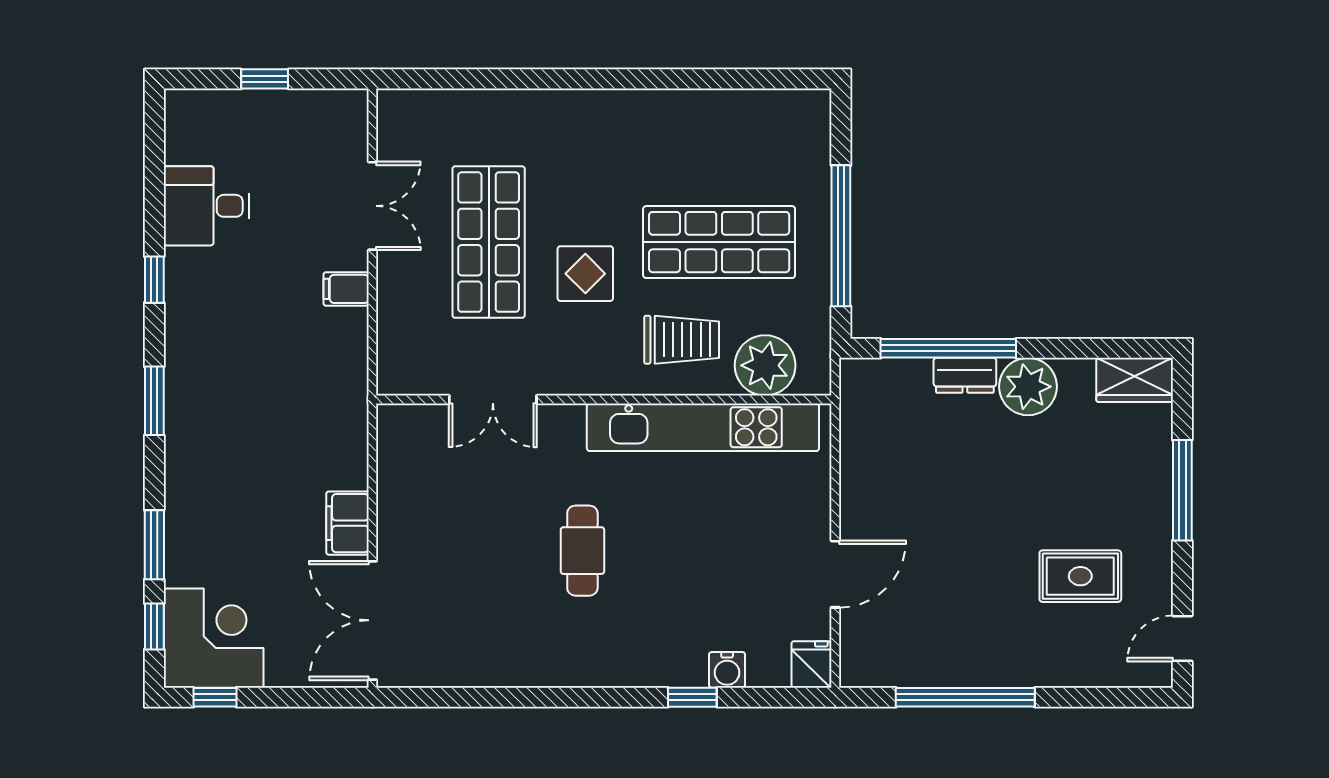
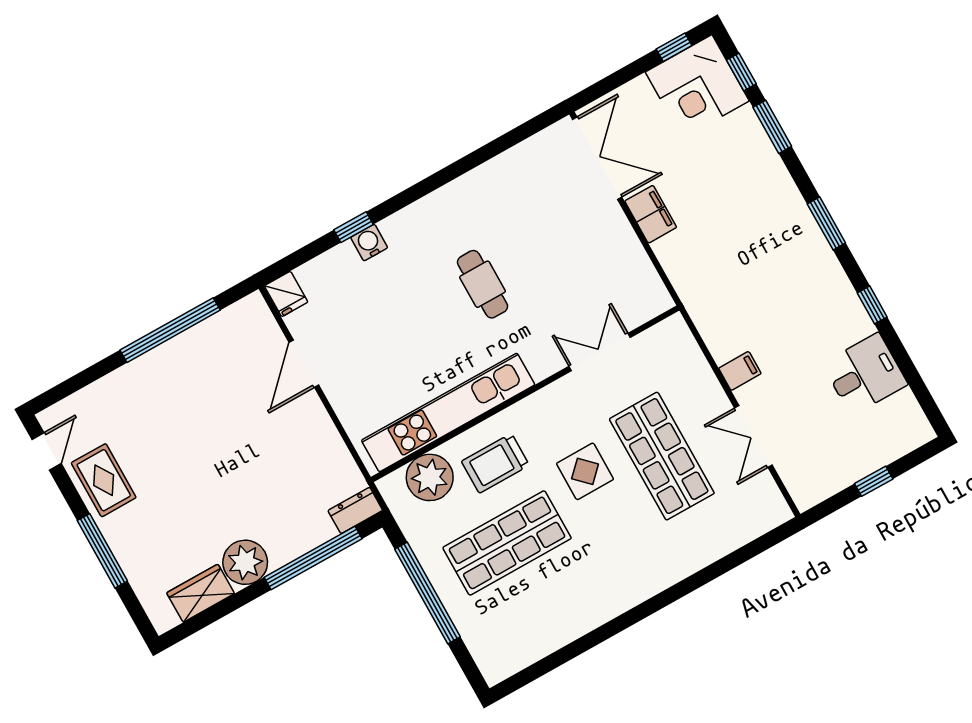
dresser: (965, 375) -> (355, 510), moved
wardrobe: (1135, 380) -> (201, 593), moved
rug: (1080, 576) -> (104, 480), moved, turned 90
water cooler: (727, 670) -> (369, 243), moved

